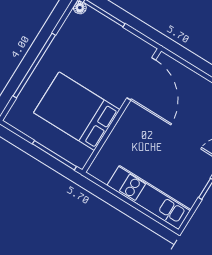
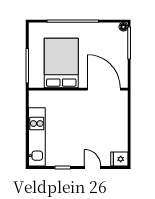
door: (141, 79) -> (104, 89), swing flipped

